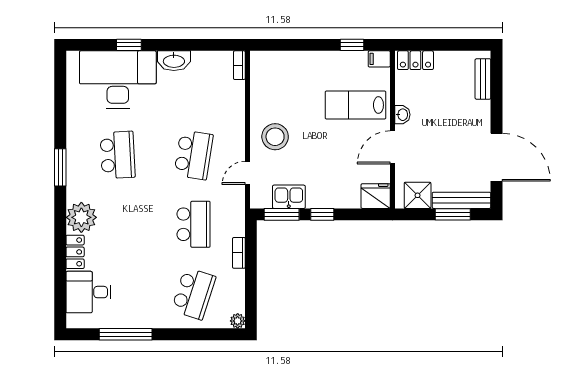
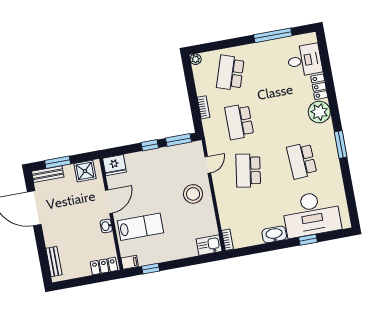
kitchen sink: (289, 197) -> (209, 245), moved, turned 180
bench: (462, 200) -> (48, 174), width x0.73

